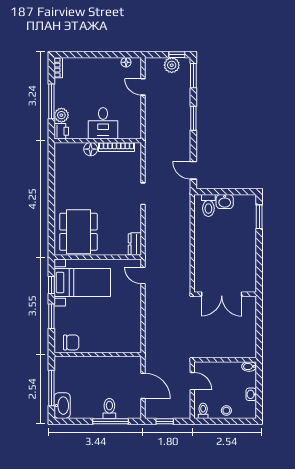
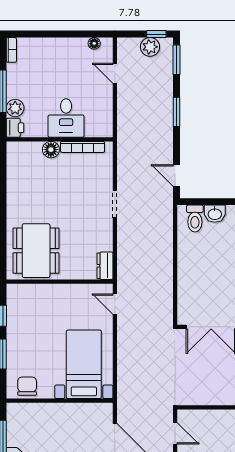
bed with nightstands: (82, 283) -> (84, 364), moved, turned -90
chair: (71, 342) -> (27, 386), turned -90

